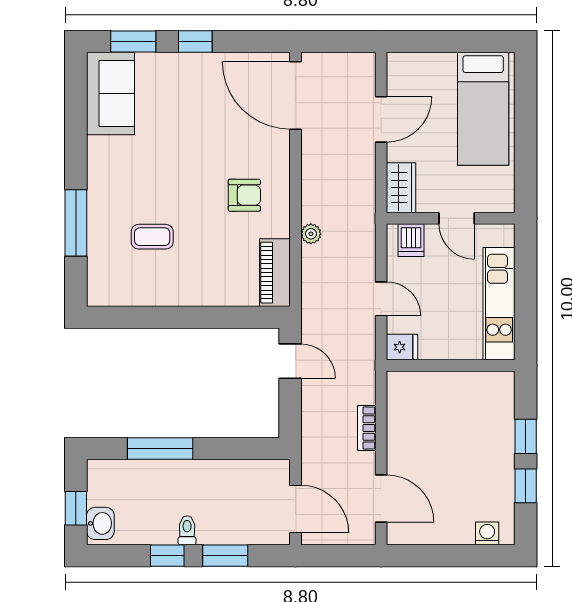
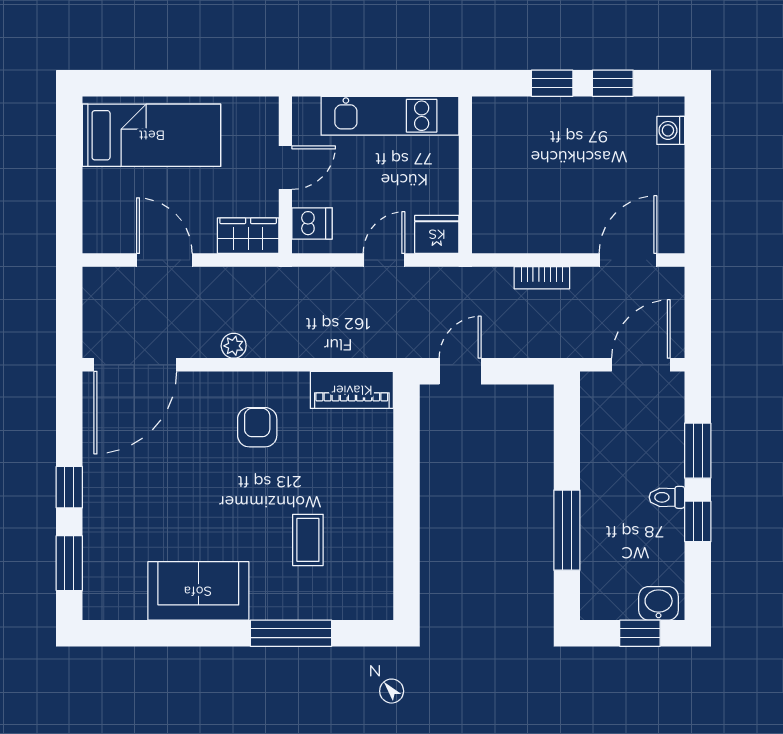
sofa: (110, 94) -> (198, 591), moved
plant: (311, 234) -> (234, 346), moved
fridge: (402, 347) -> (437, 234), width x1.38

